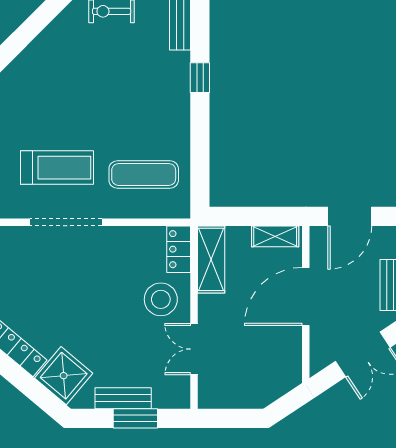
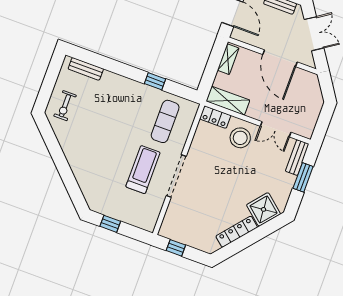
window: (200, 78) -> (155, 81), moved
door: (306, 296) -> (280, 58), moved
bench: (123, 398) -> (297, 158), moved

